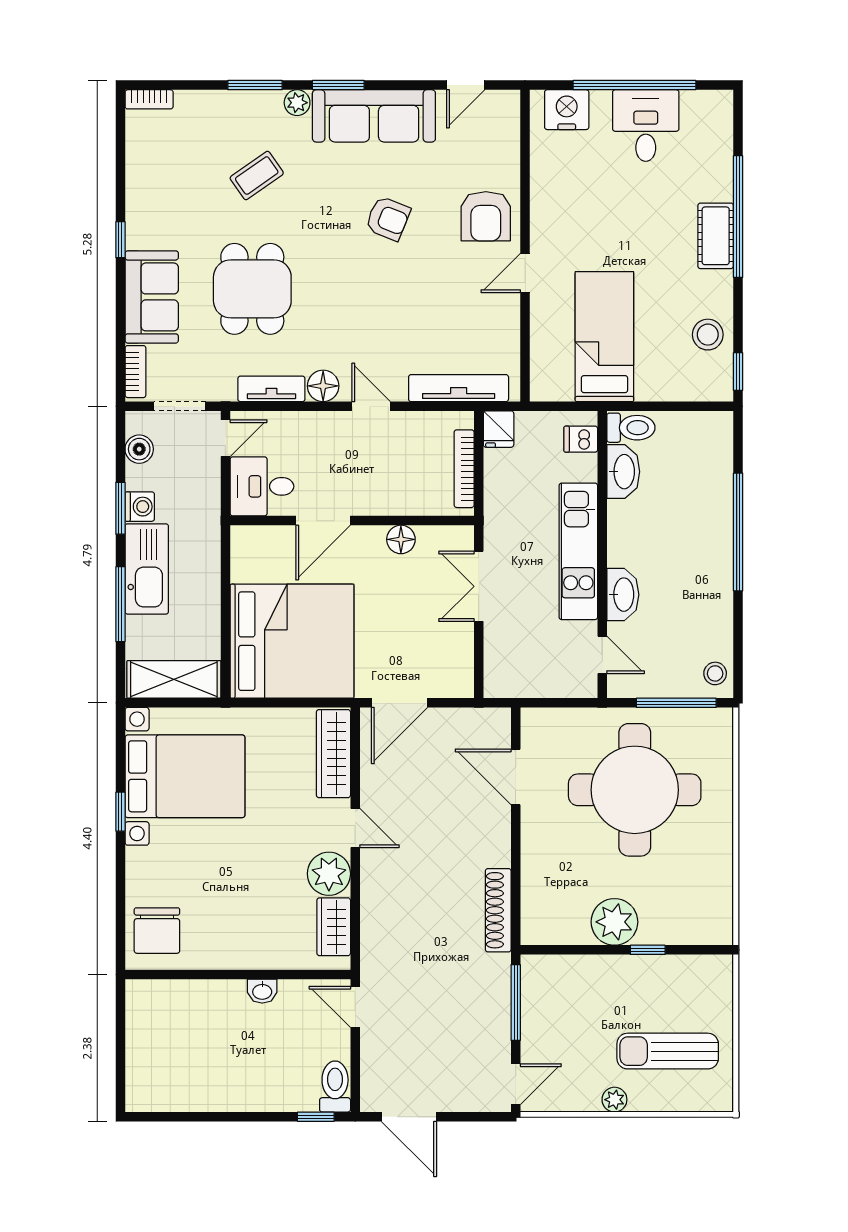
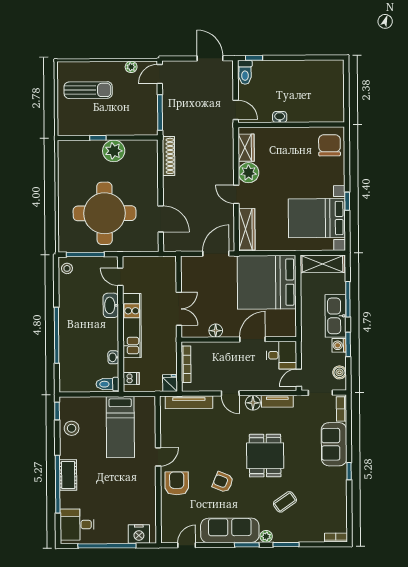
desk: (646, 126) -> (77, 525), moved, turned 90
dining table: (252, 289) -> (265, 456), moved
washbasin: (623, 472) -> (113, 357), width x0.52, depth x0.69
plant: (614, 1100) -> (131, 67), moved

